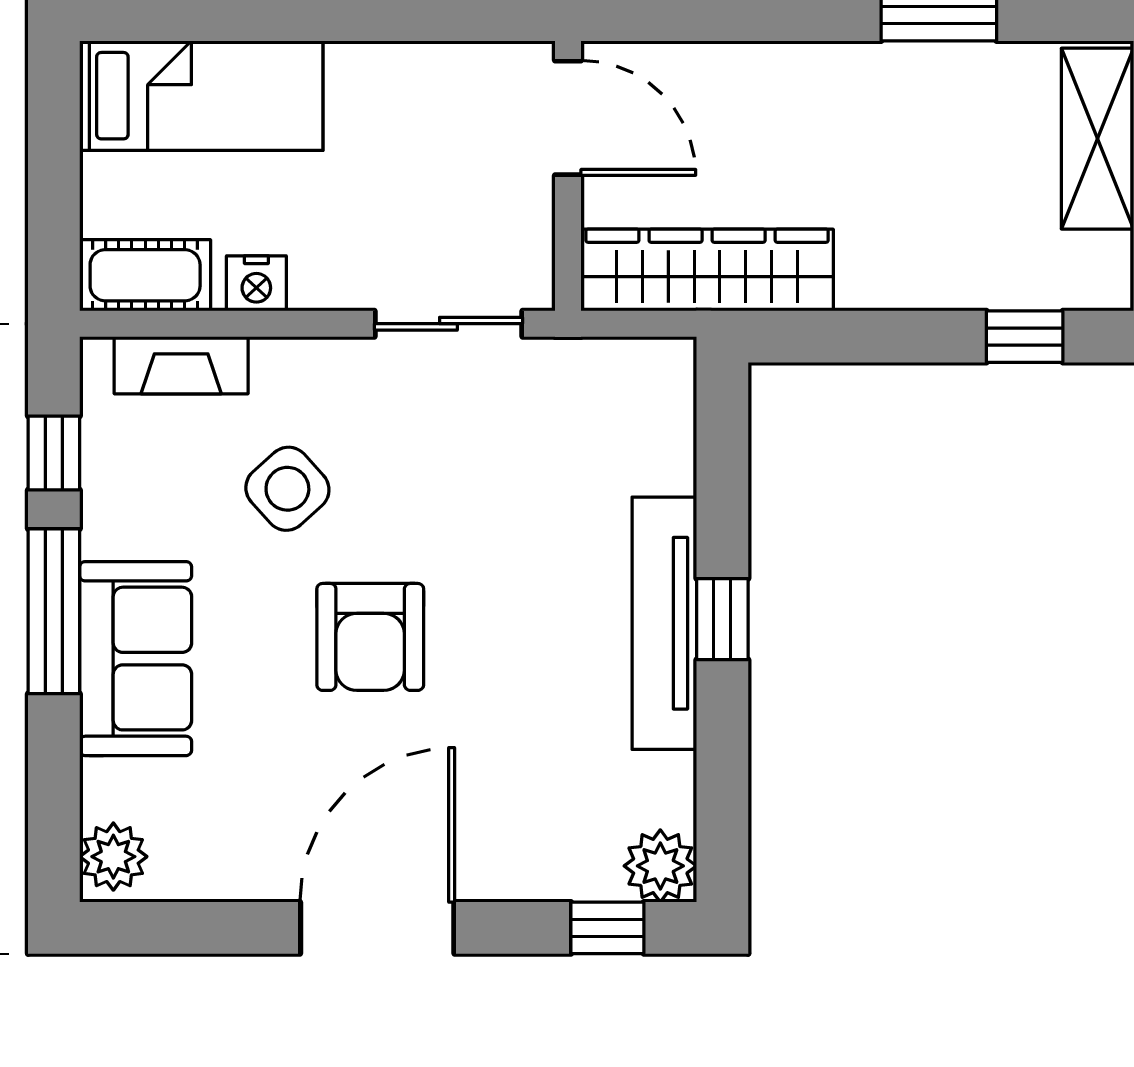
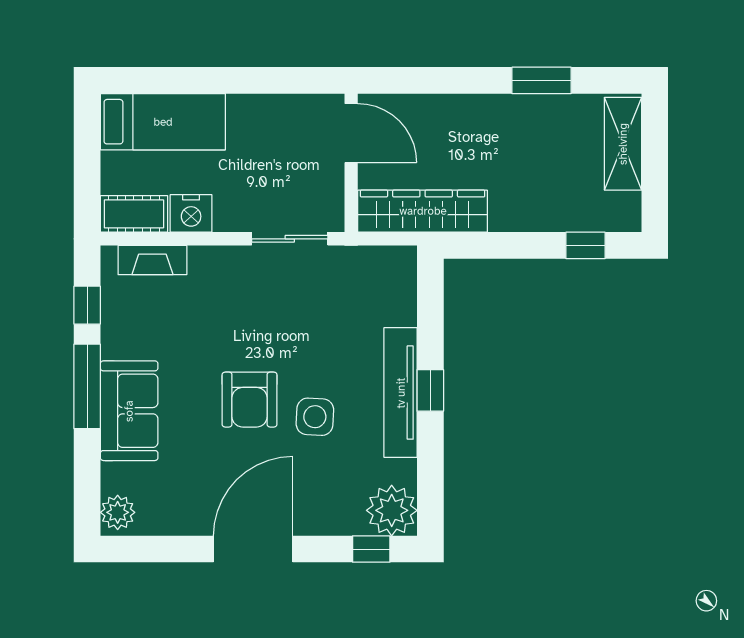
nightstand: (256, 283) -> (191, 213), width x1.36, depth x1.33
side table: (287, 489) -> (315, 417), moved, turned 45
plant: (660, 866) -> (392, 510), width x1.36, depth x1.36

